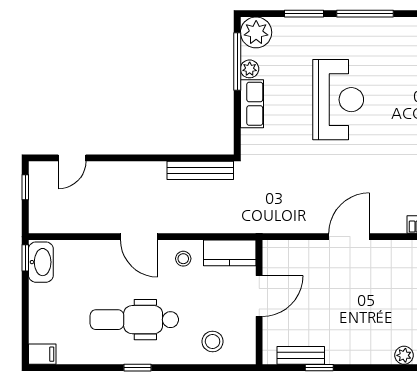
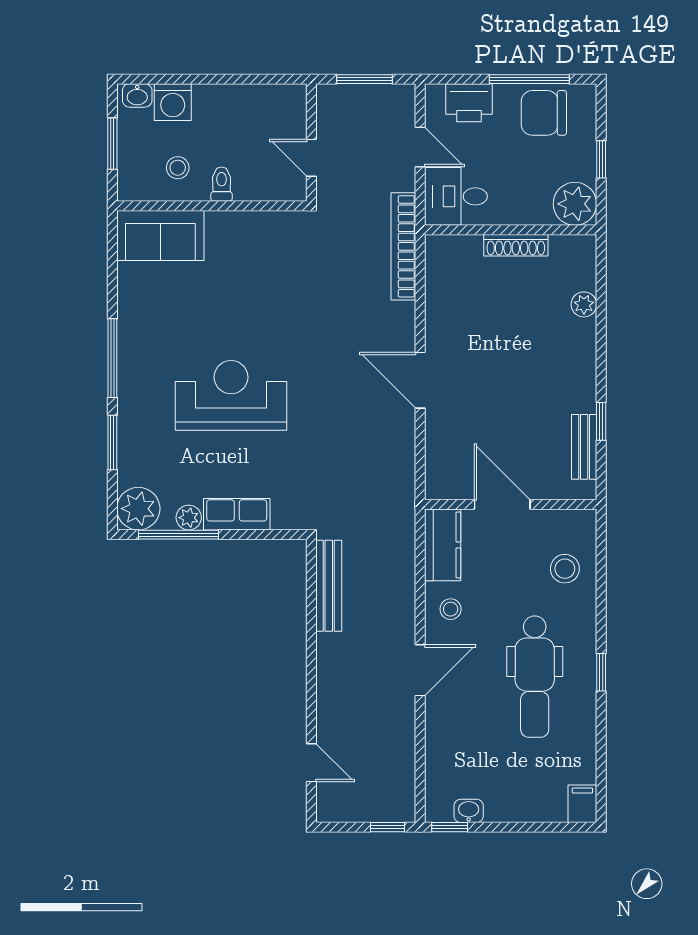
window: (25, 187) -> (387, 827), moved
washbasin: (41, 262) -> (469, 811), width x0.52, depth x0.69

